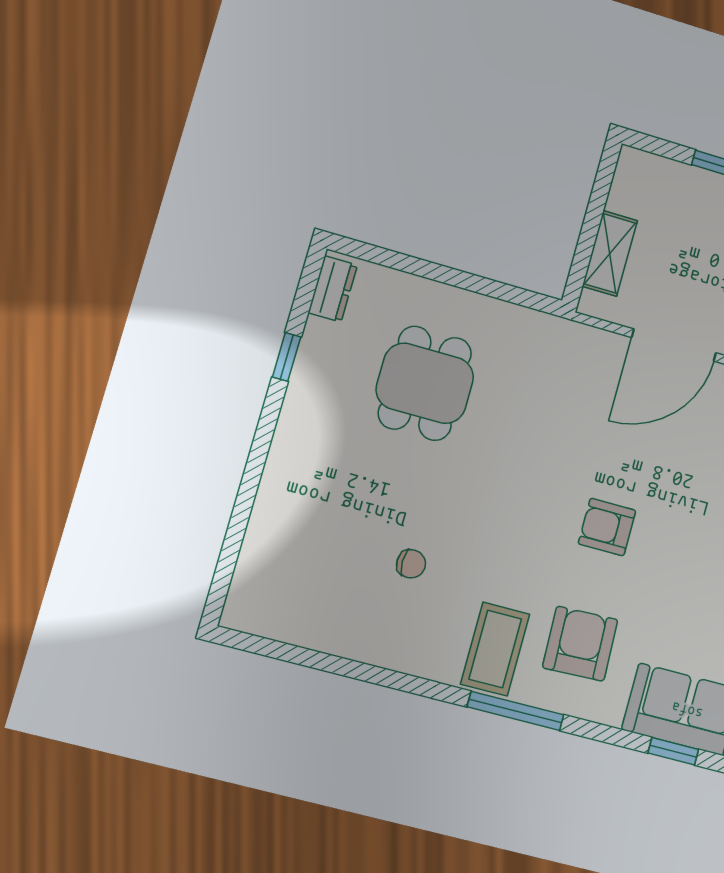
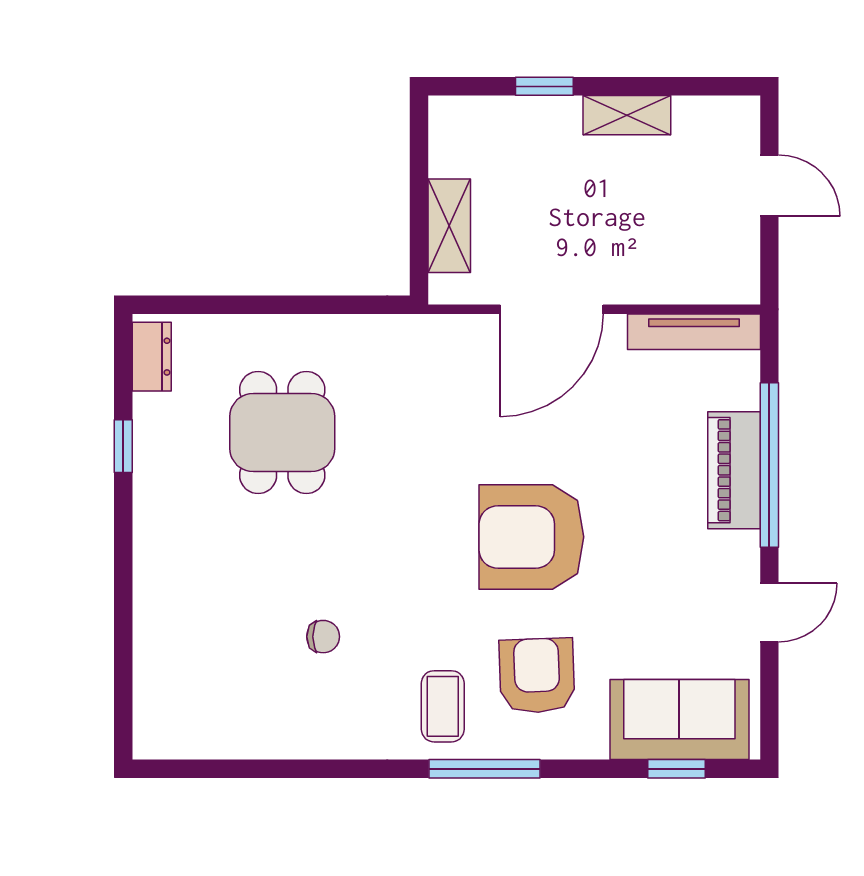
armchair: (607, 527) -> (531, 537), width x1.88, depth x1.88
coffee table: (495, 649) -> (443, 706), width x0.73, depth x0.77

